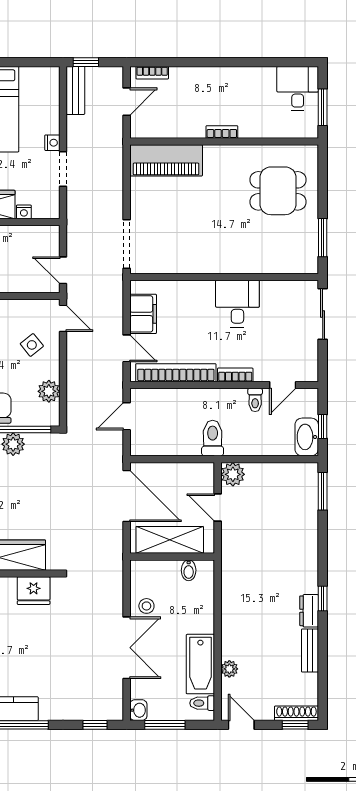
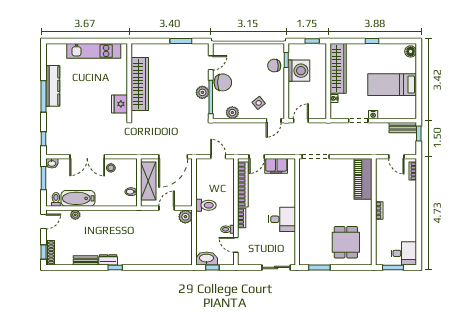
window: (323, 491) -> (176, 267), removed

